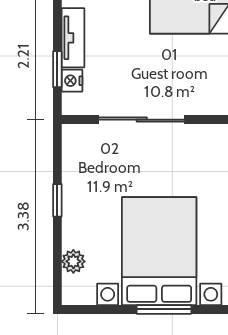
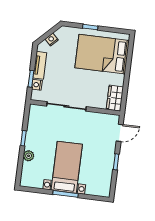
bed with nightstands: (159, 251) -> (67, 167), width x0.73
plant: (73, 261) -> (29, 156), moved

